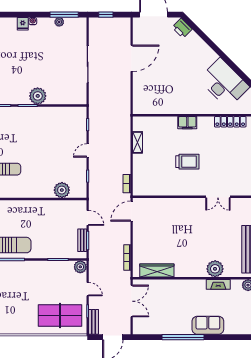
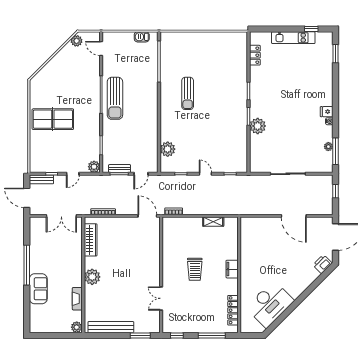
plant: (215, 269) -> (92, 277), moved
table tennis table: (60, 316) -> (53, 119), moved, turned 90

